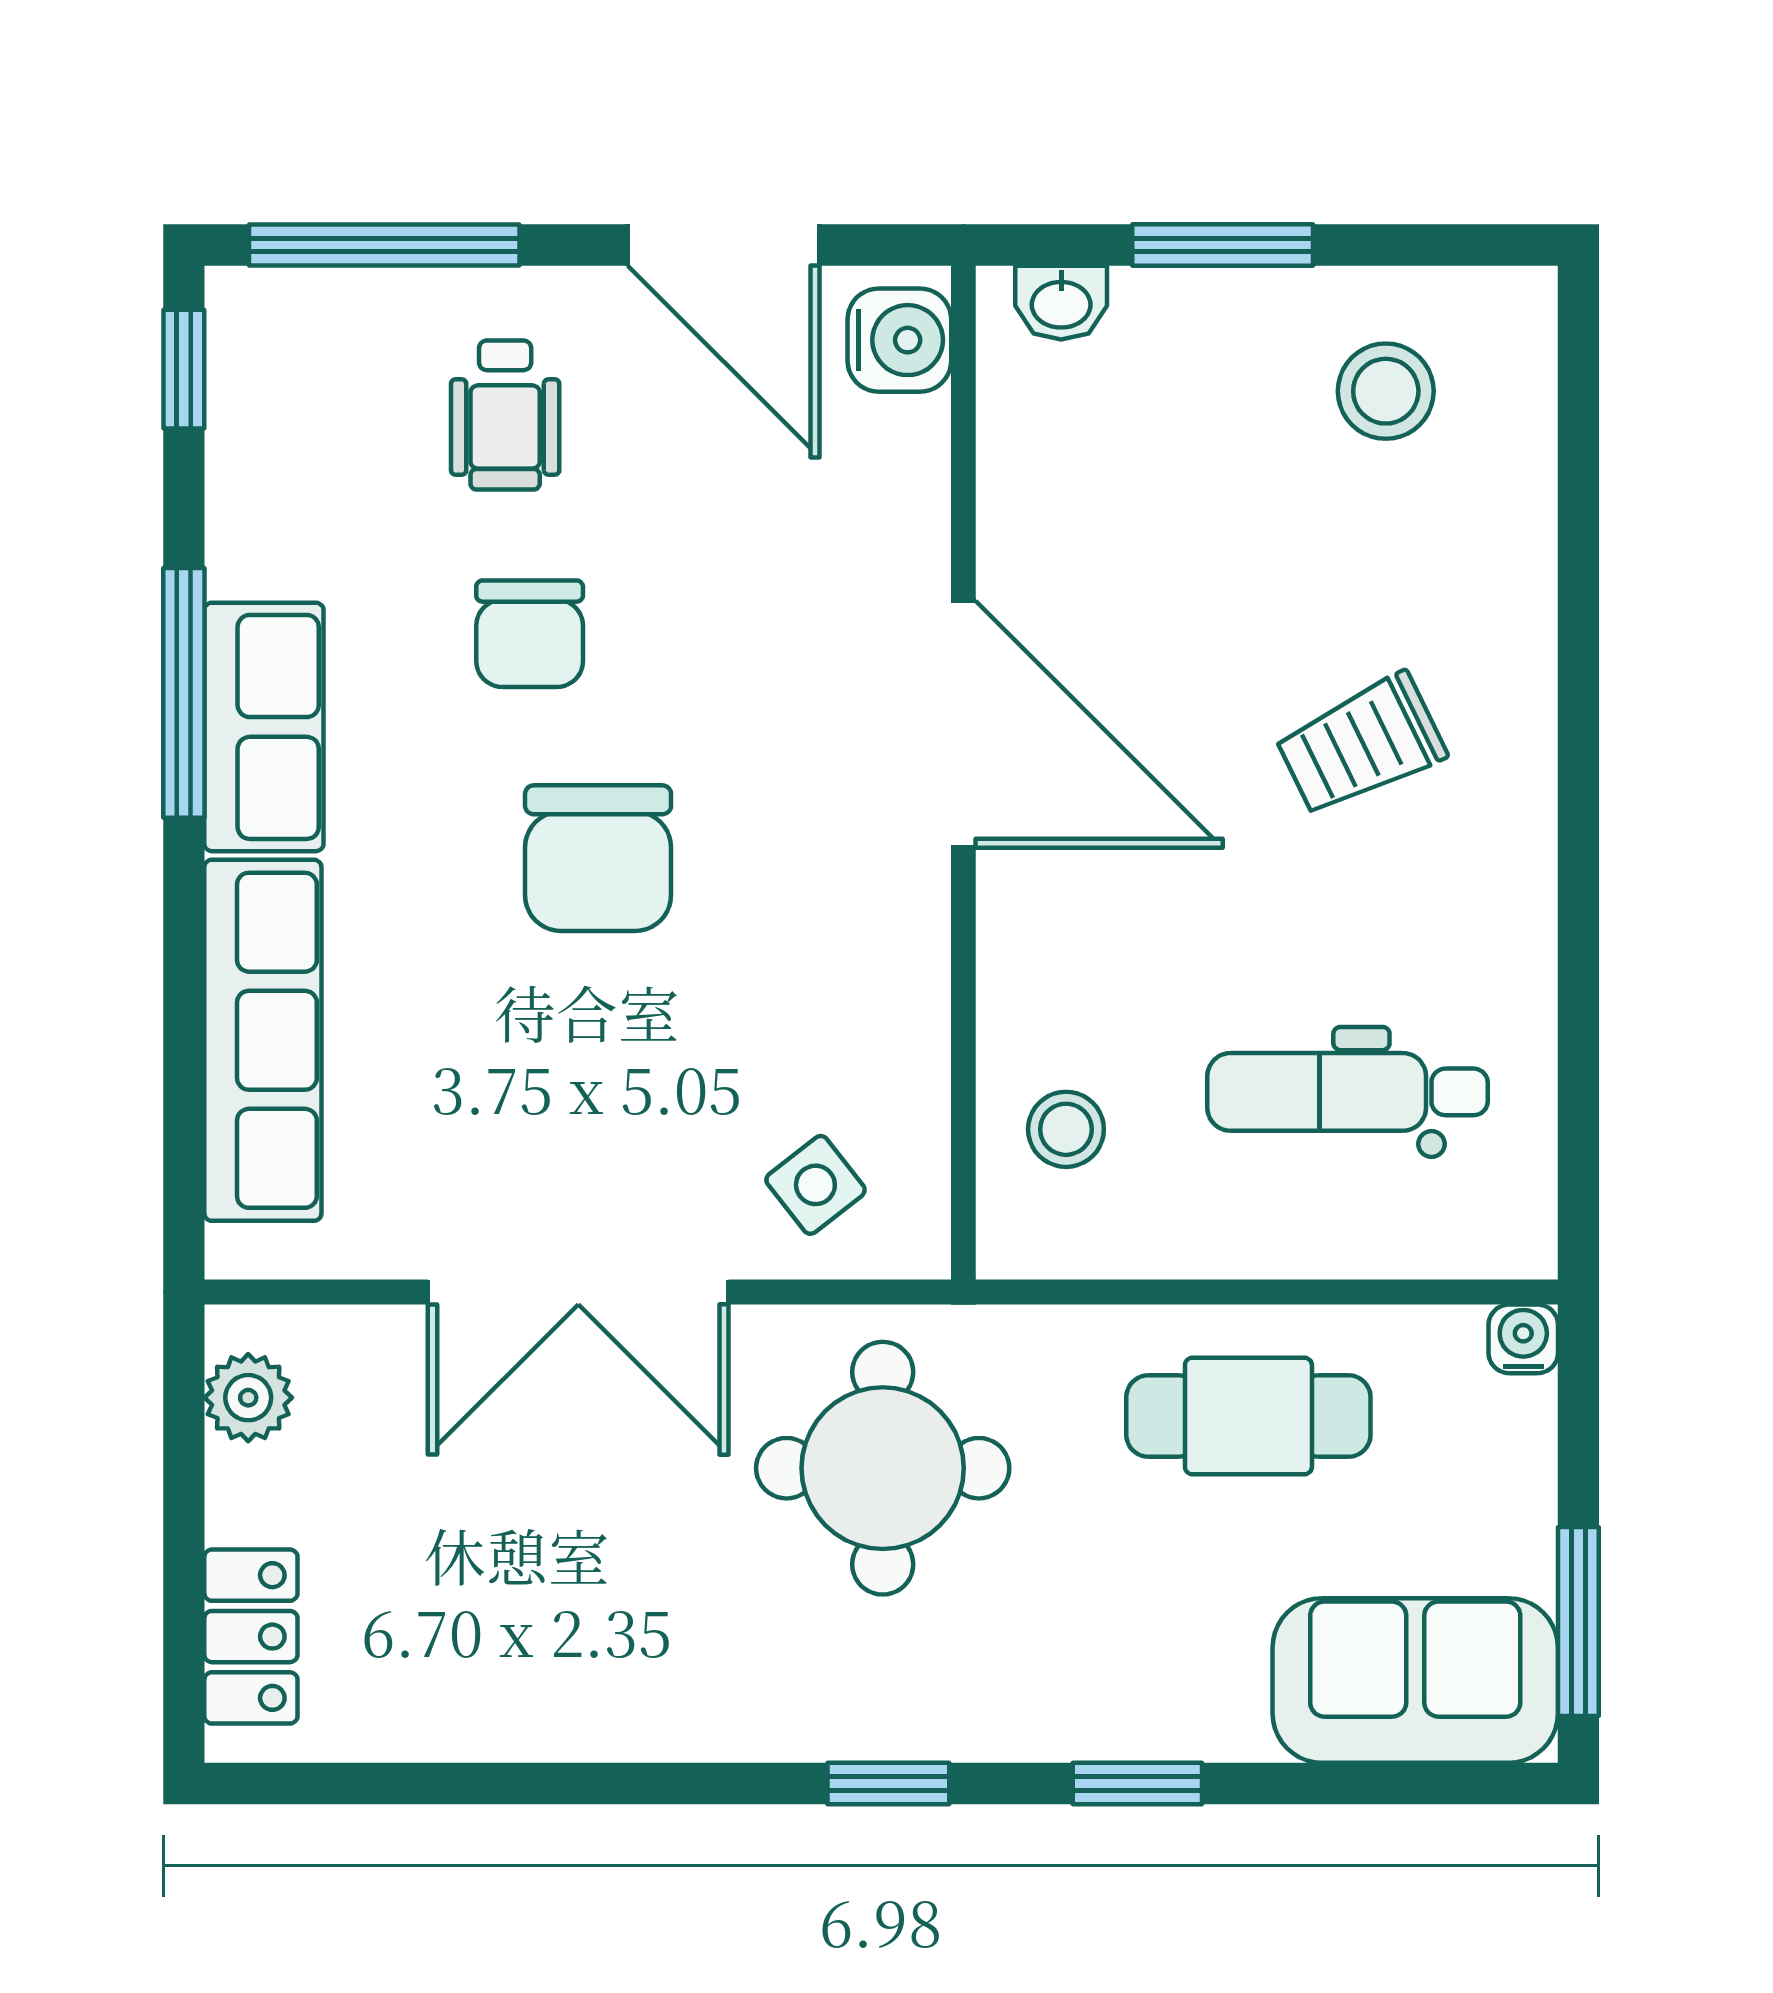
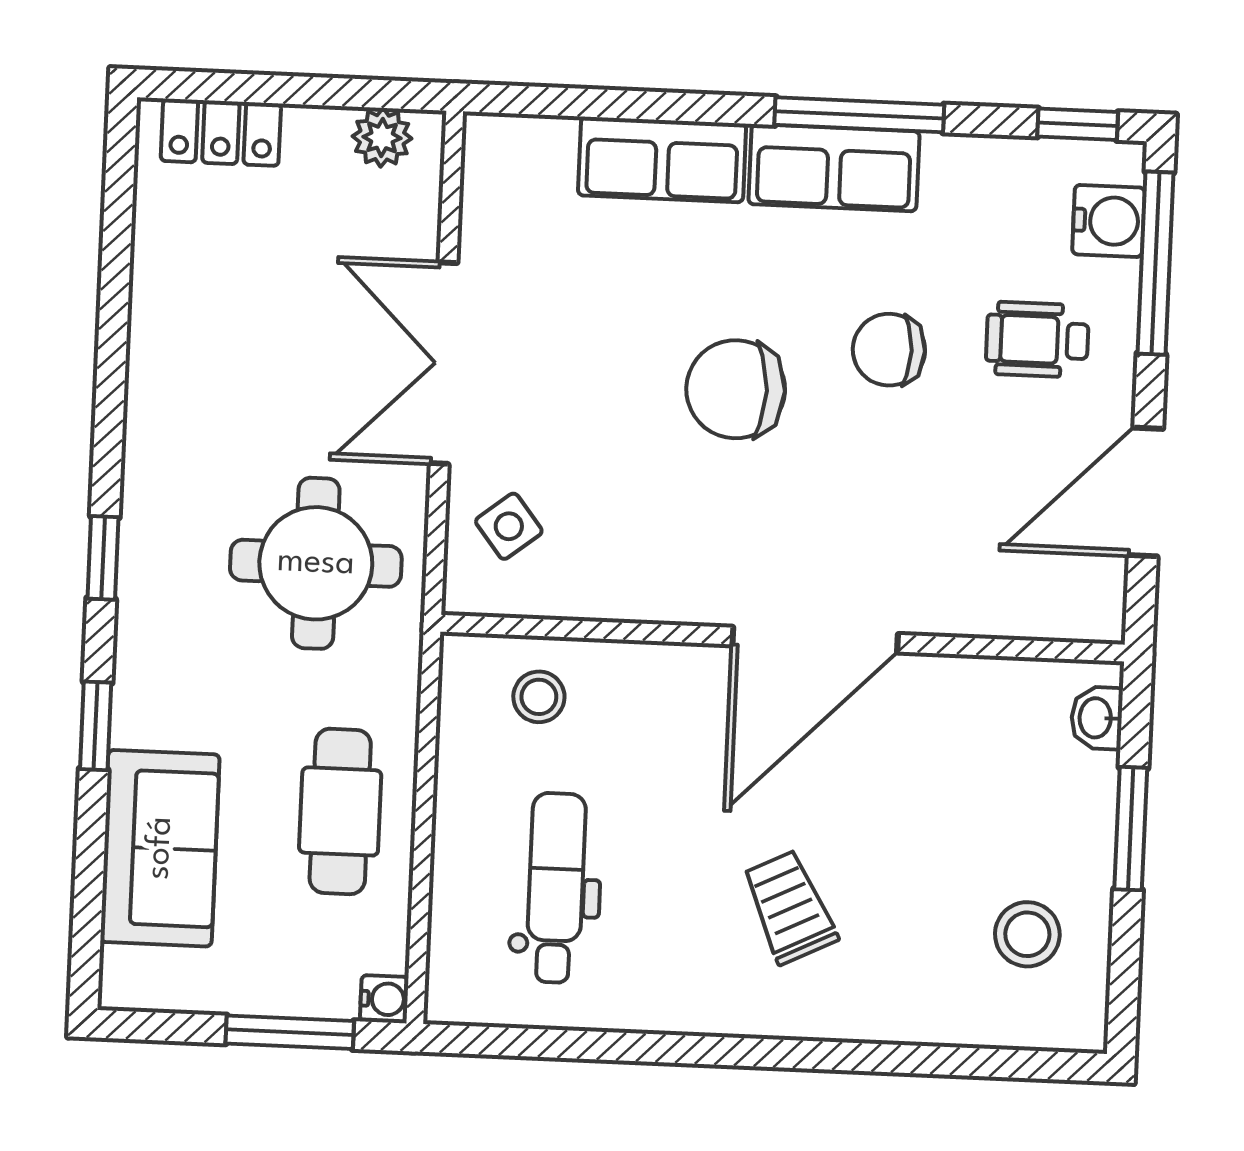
water cooler: (899, 340) -> (1108, 221), moved, turned -90
row of seats: (263, 1040) -> (662, 160), width x0.68
window: (1578, 1622) -> (290, 1032), moved
sofa: (1415, 1680) -> (160, 848), moved

